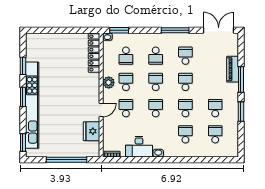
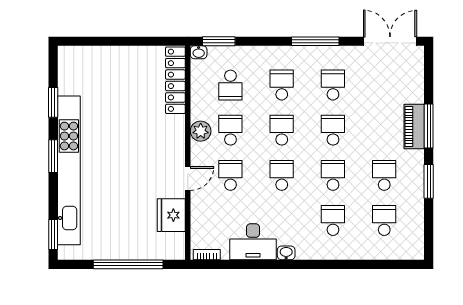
school desk: (156, 56) -> (282, 85), turned 180
piano: (233, 69) -> (414, 127), moved

